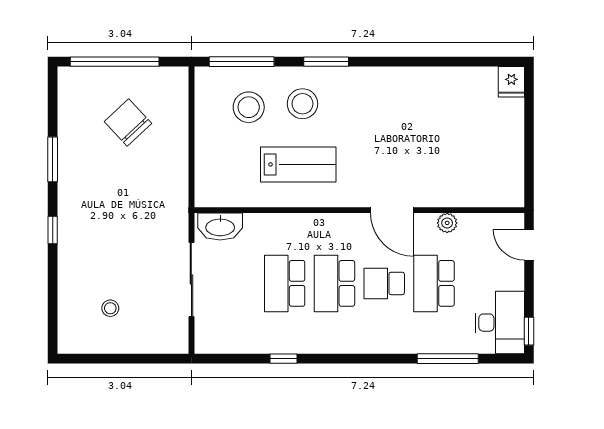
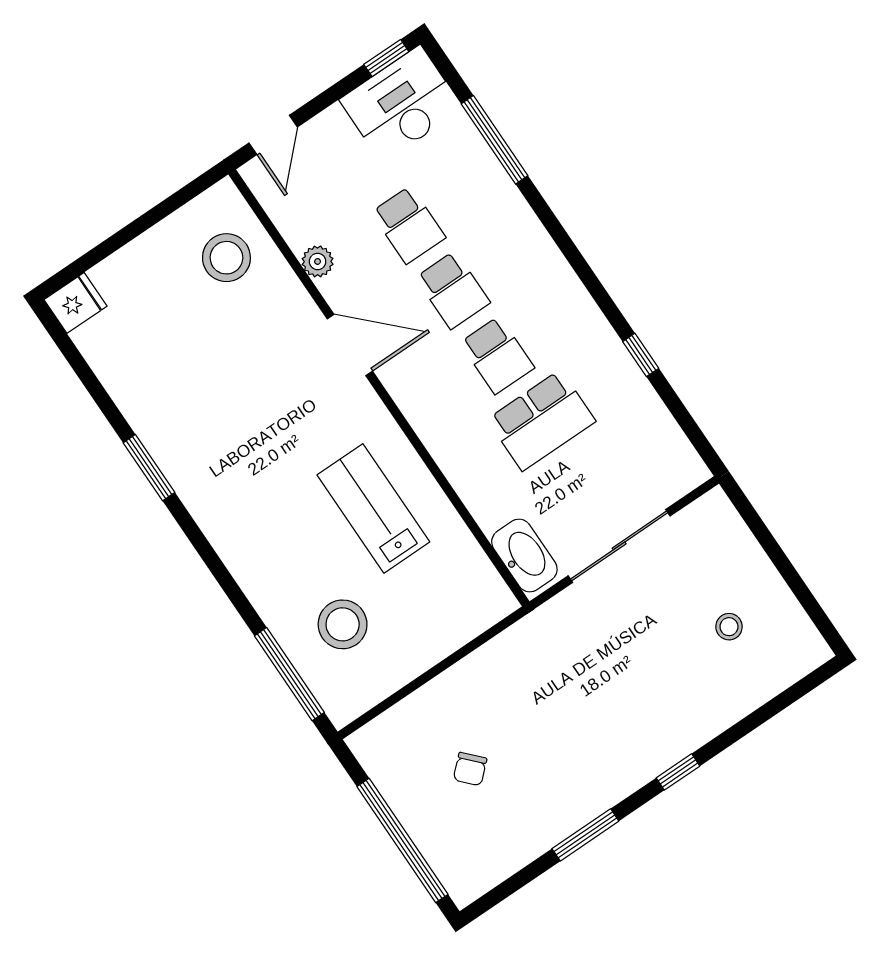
window: (326, 62) -> (149, 468), moved
stool: (302, 104) -> (226, 258), moved
chair: (128, 122) -> (470, 769), width x0.54, depth x0.54
door: (392, 210) -> (350, 345), hinge flipped
school desk: (334, 283) -> (497, 355), width x0.54
school desk: (434, 283) -> (408, 225), width x0.54

